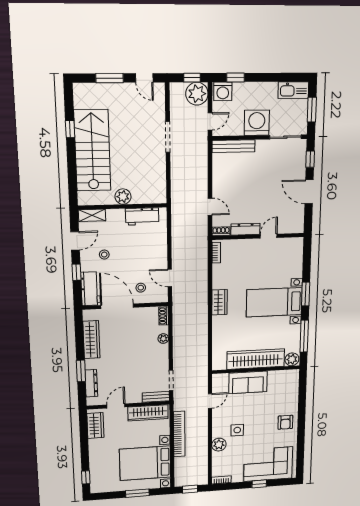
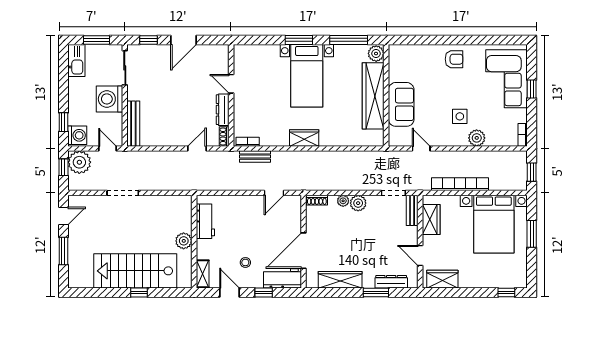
window: (70, 129) -> (139, 293), moved
bench: (203, 260) -> (255, 157), added
stool: (141, 288) -> (284, 224), removed
plant: (161, 351) -> (358, 203), added
wardrobe: (148, 413) -> (431, 220), width x0.67

